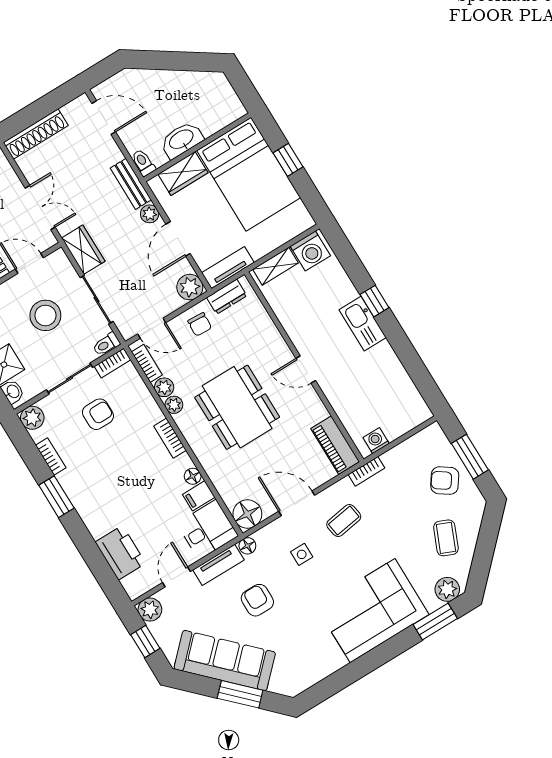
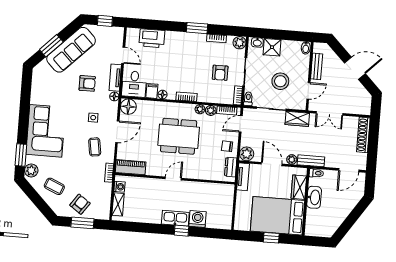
washing machine: (310, 251) -> (198, 219), moved, turned 90
shelving: (276, 266) -> (118, 204), moved
plant: (150, 610) -> (117, 33), removed

